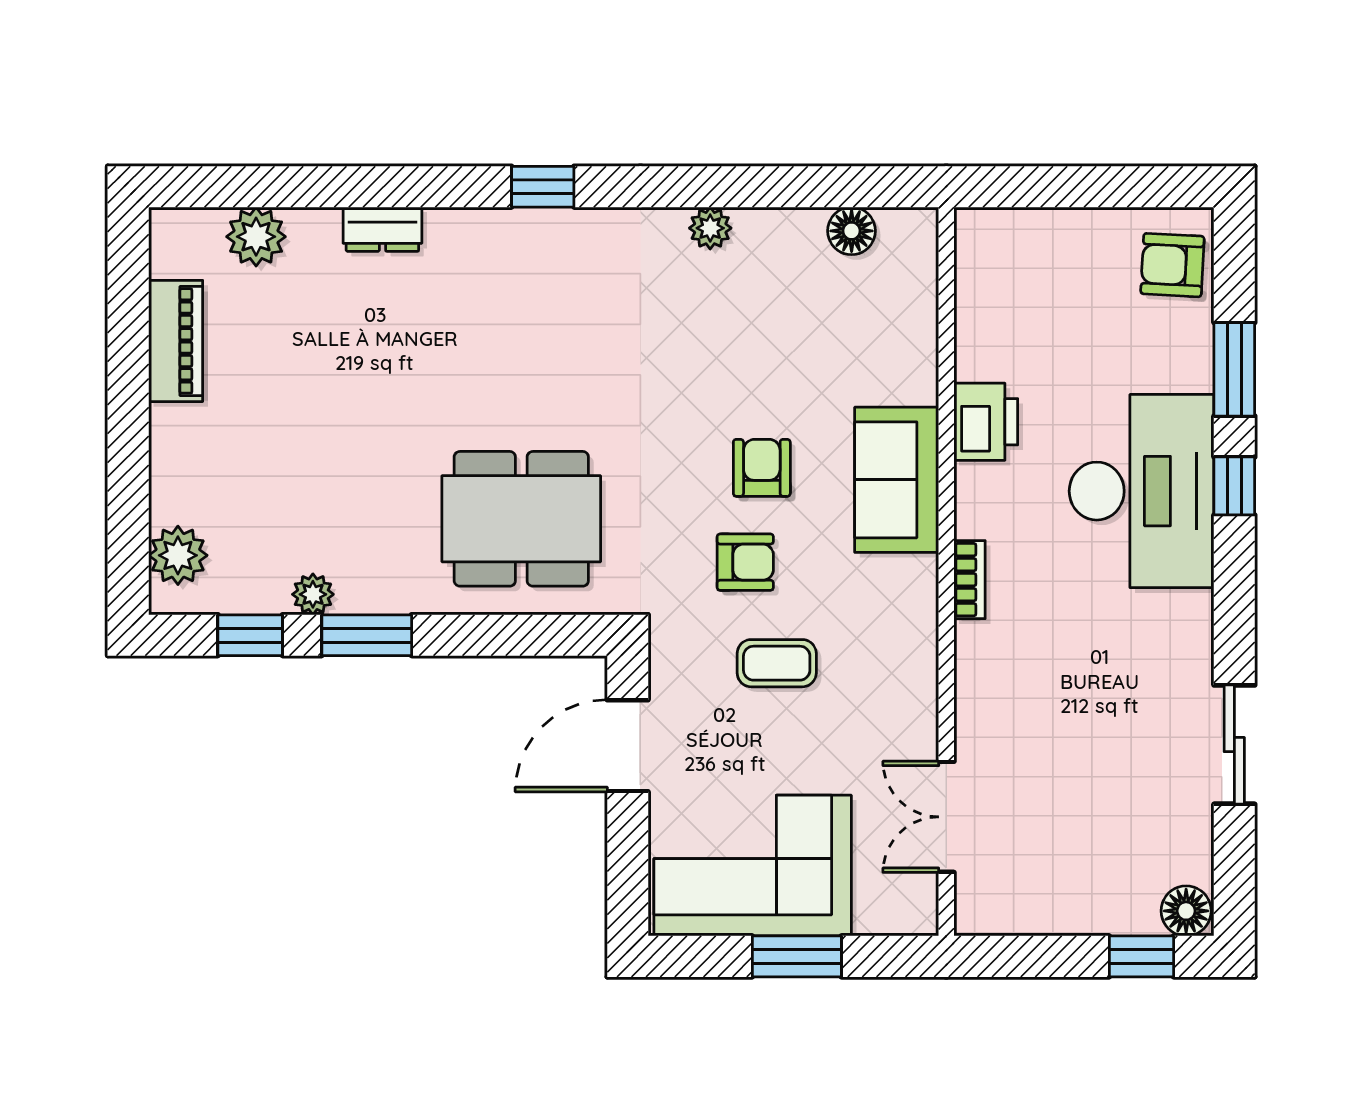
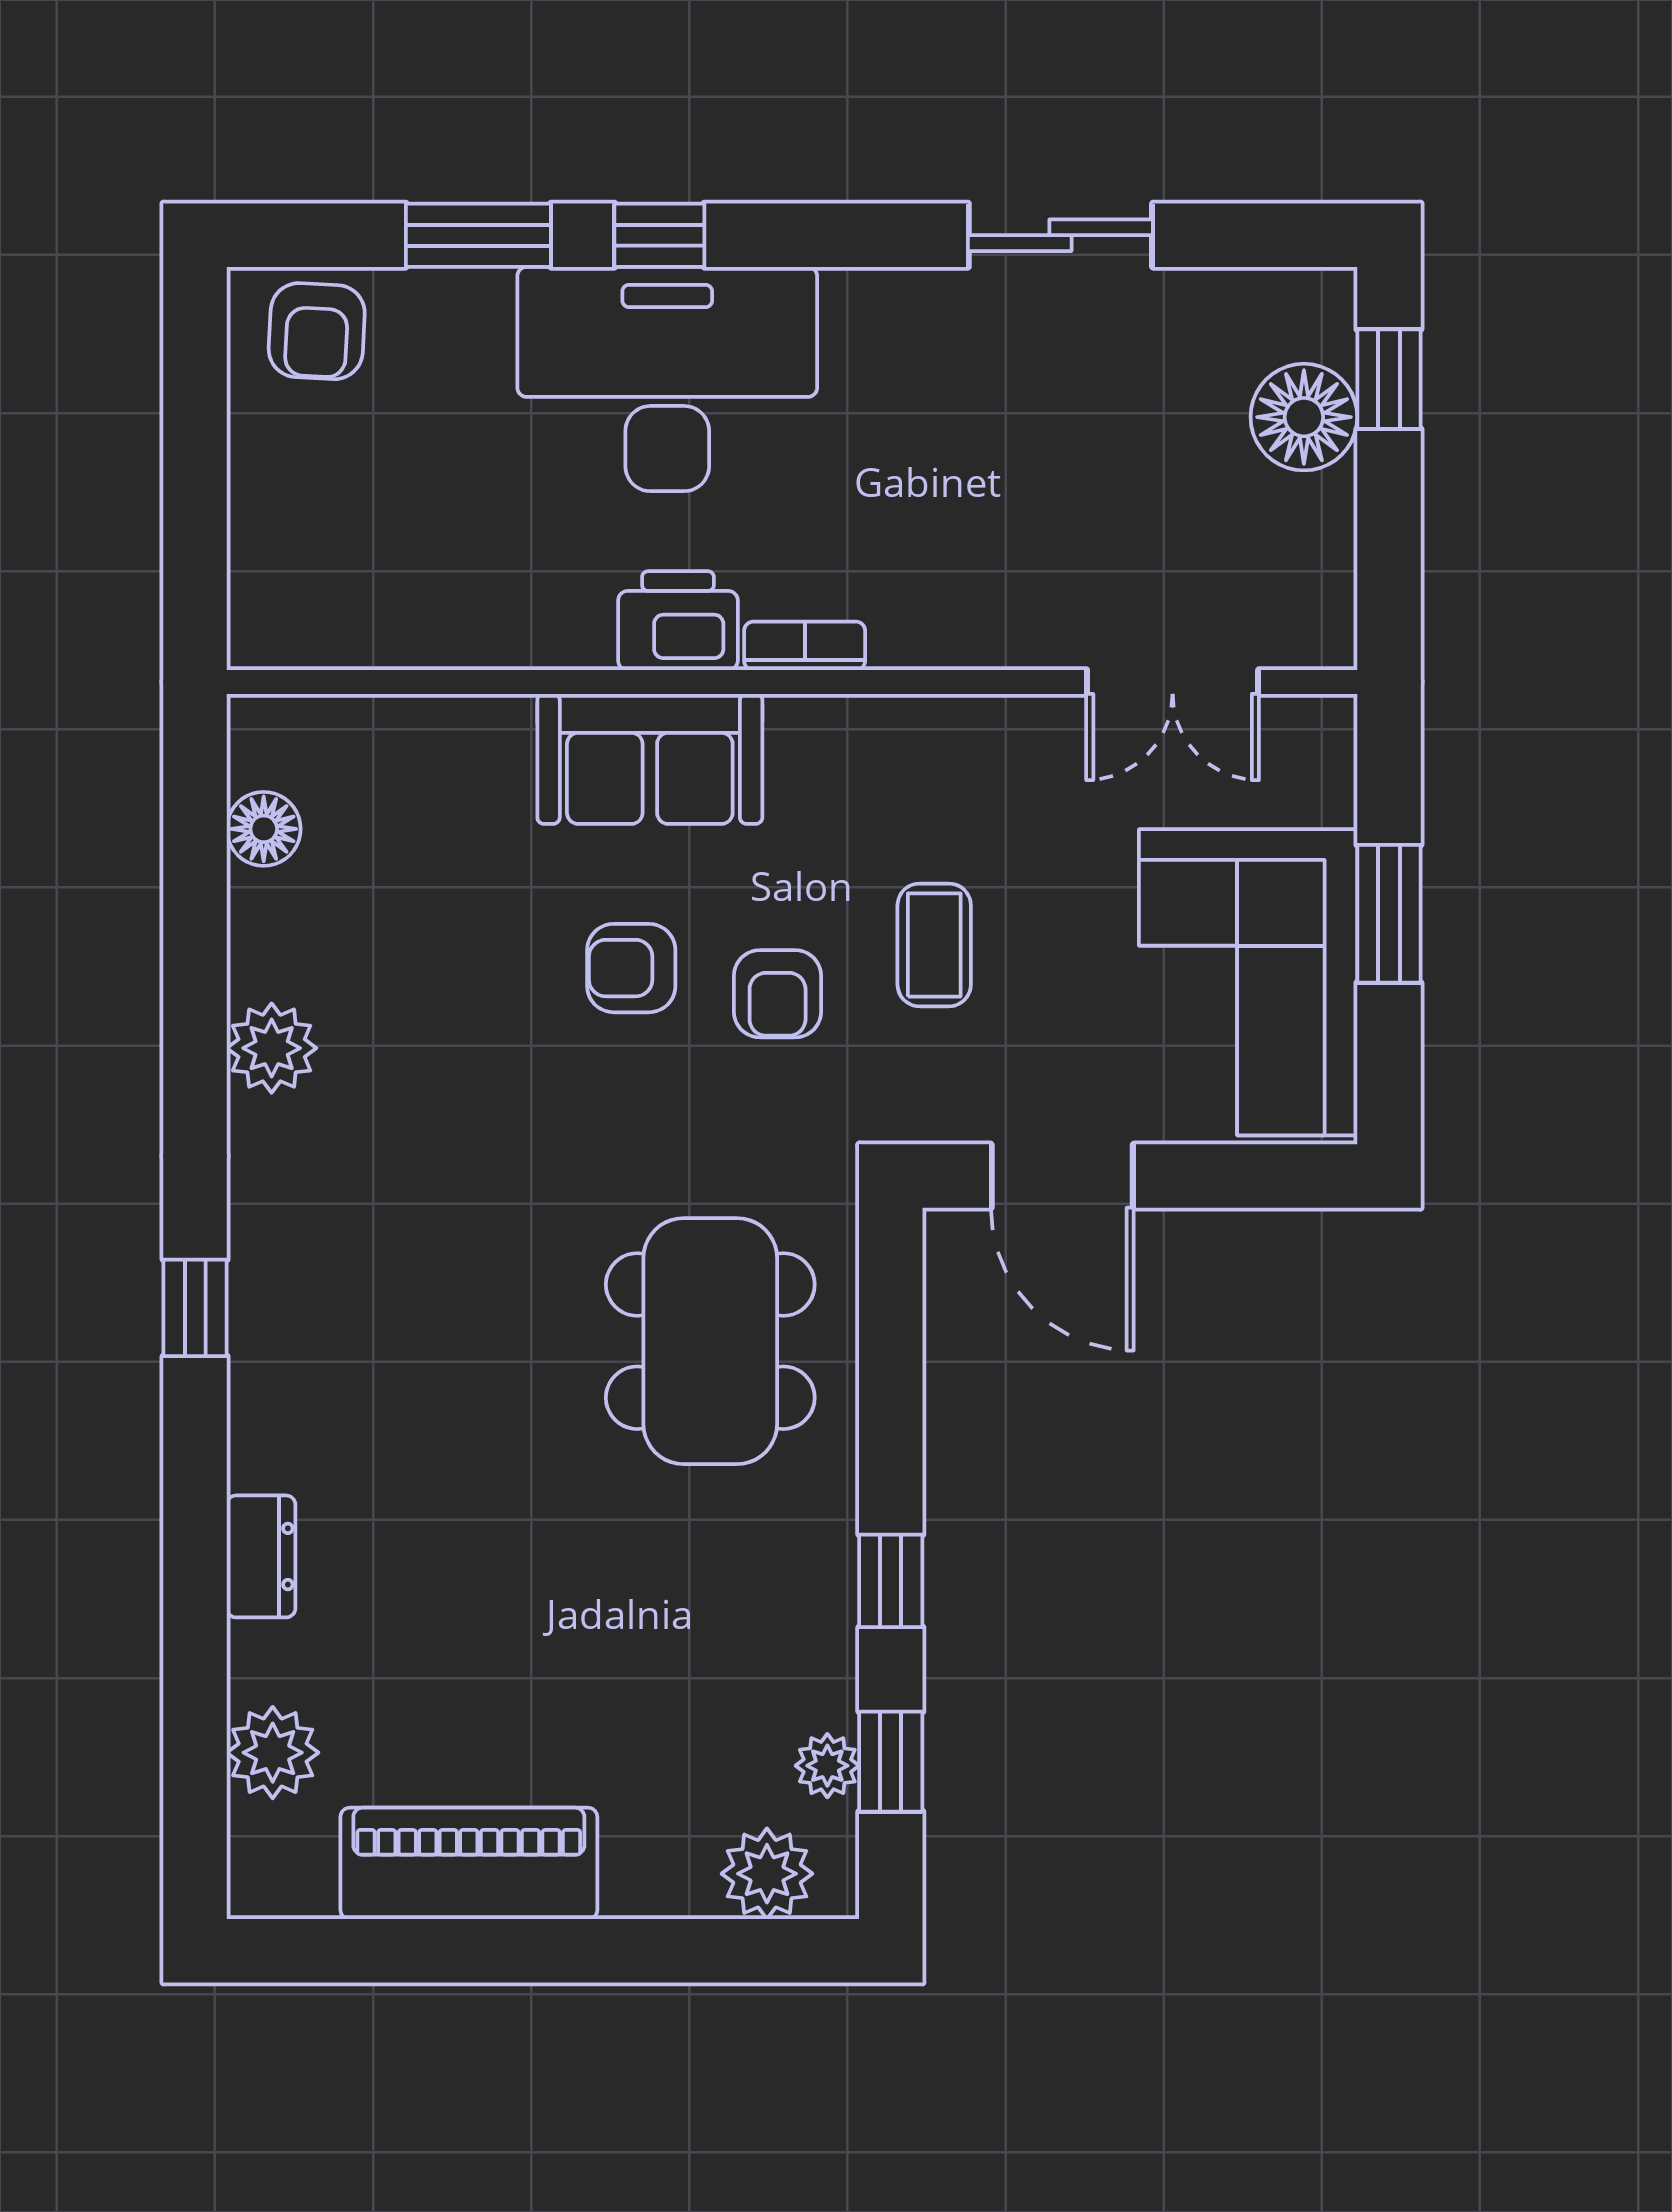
plant: (710, 228) -> (272, 1048), width x1.38, depth x1.38
piano: (176, 341) -> (469, 1863), width x1.37, depth x1.33
printer: (986, 422) -> (678, 621), moved
armchair: (745, 562) -> (778, 994), turned 180
plant: (313, 594) -> (827, 1766), moved
window: (367, 635) -> (891, 1581), width x0.67
floor lamp: (1186, 911) -> (1304, 417), moved, width x1.38, depth x1.38

